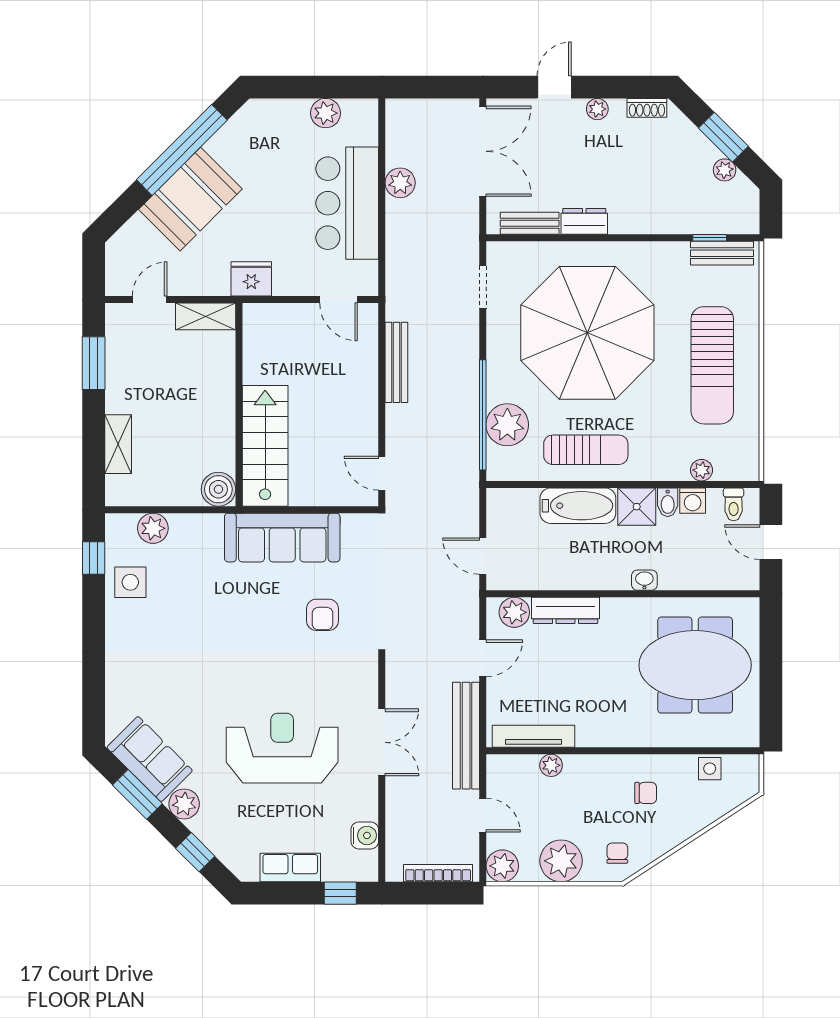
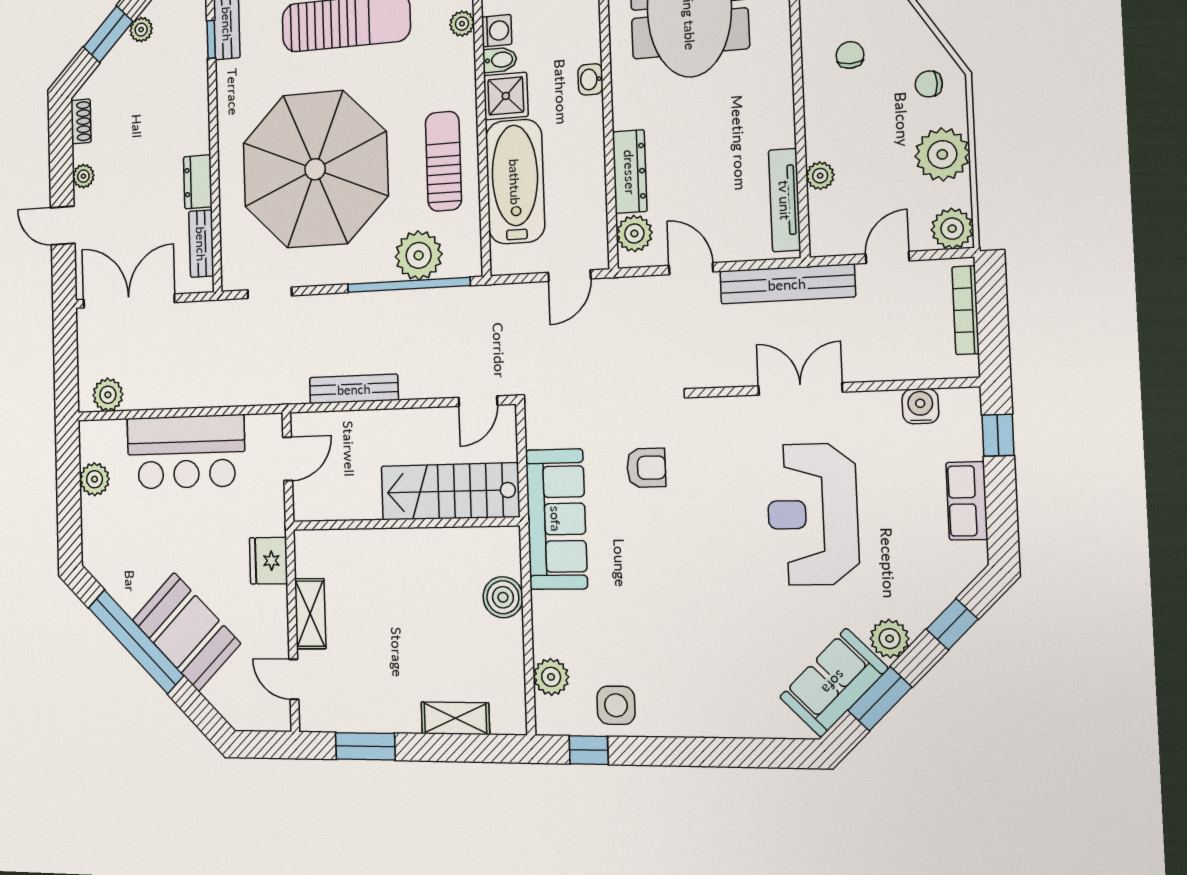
plant: (400, 183) -> (108, 395), moved
wall: (239, 405) -> (405, 524), moved
stairs: (265, 446) -> (450, 491), moved
bathtub: (578, 506) -> (515, 182), width x1.36, depth x1.36

